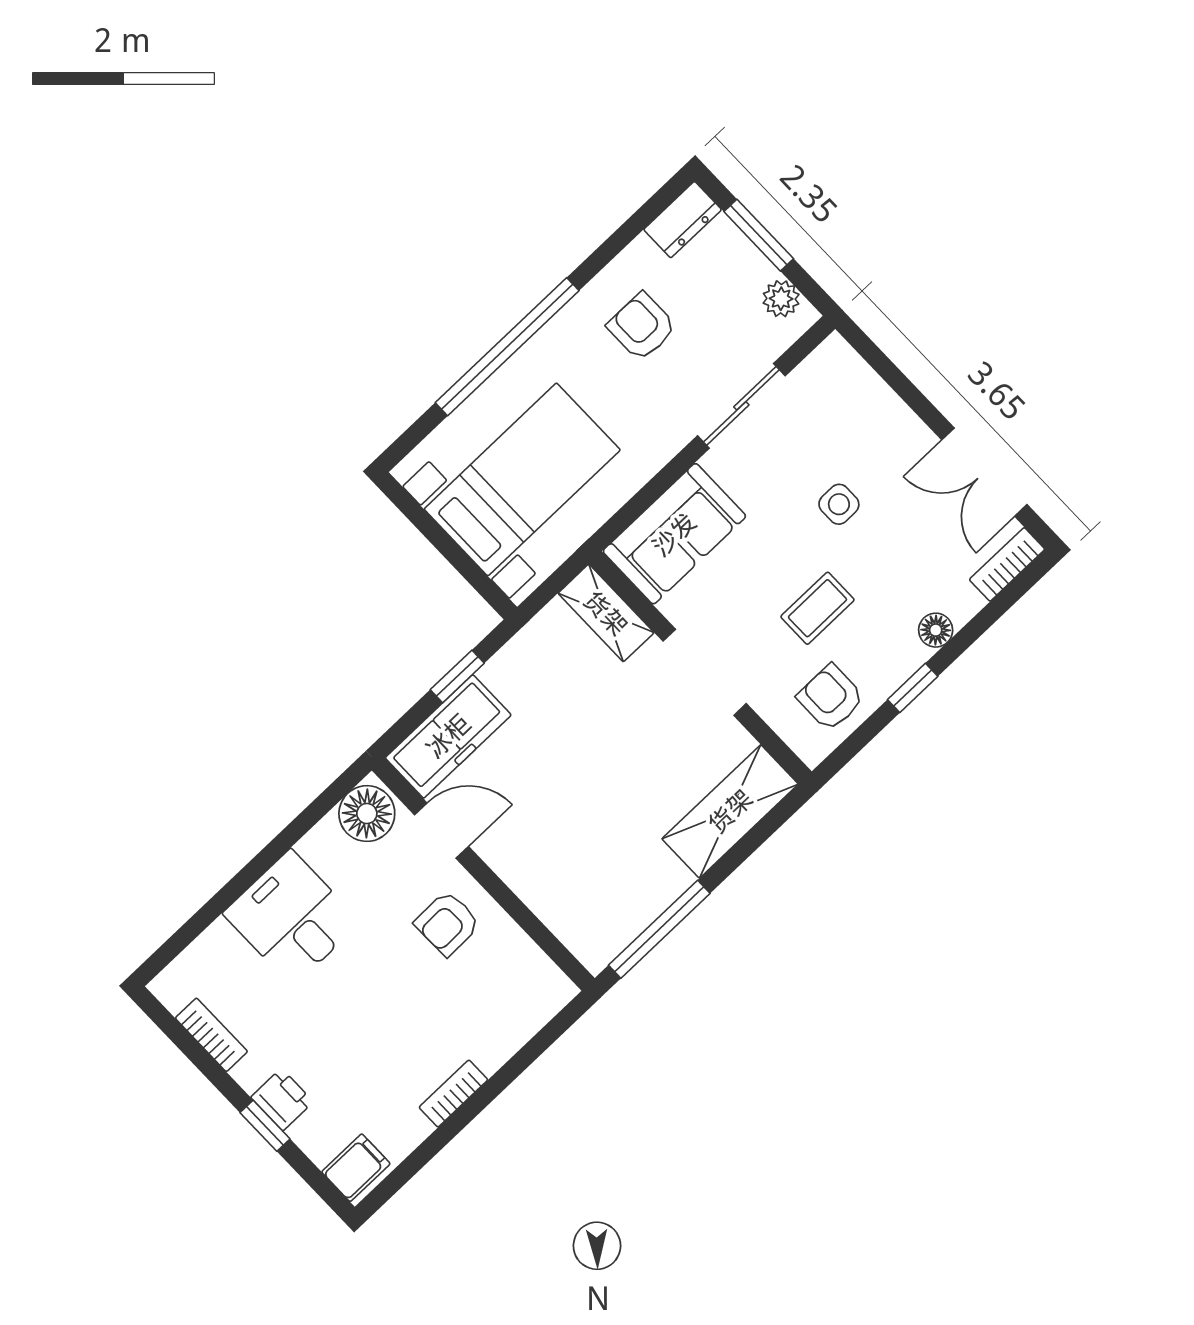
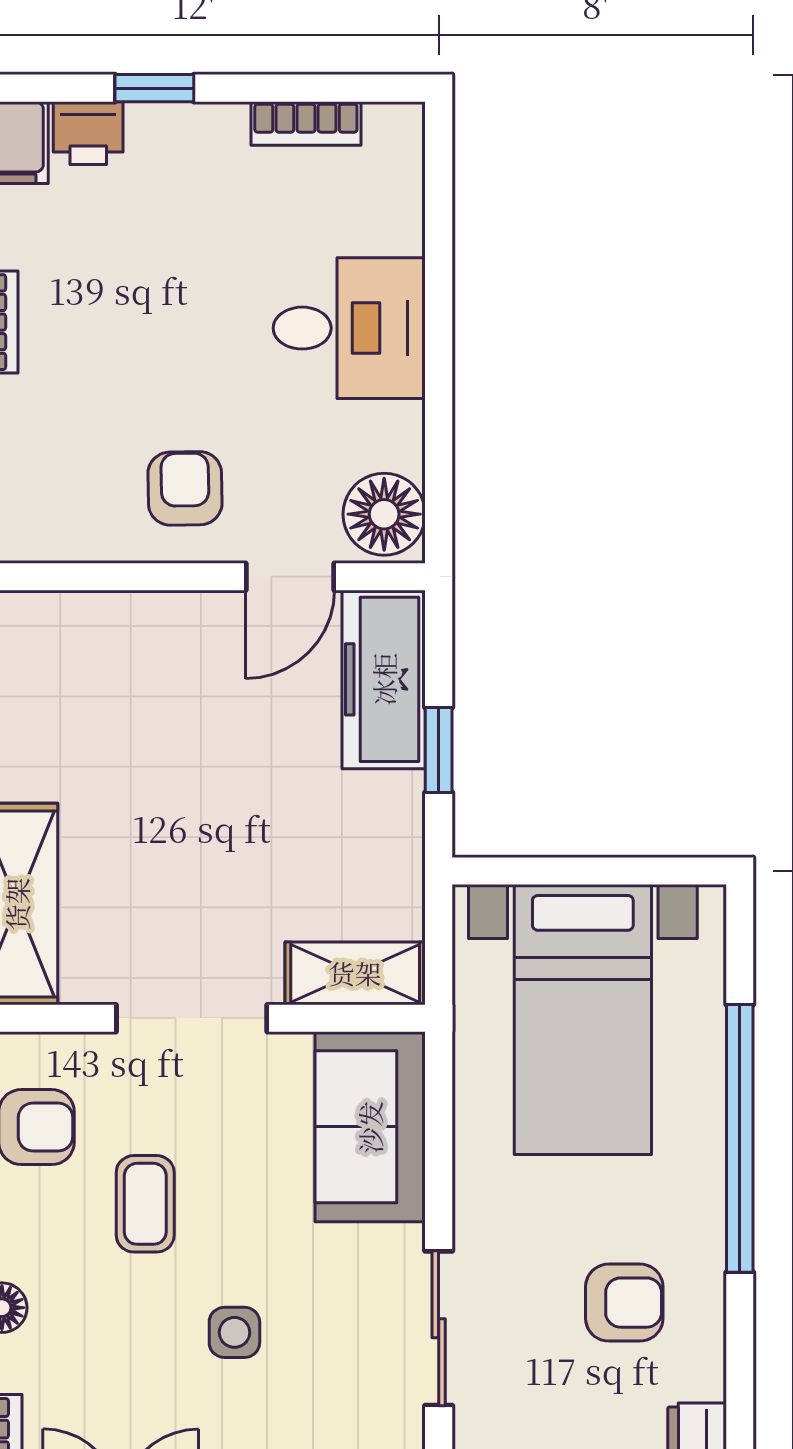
printer: (282, 1099) -> (88, 133), moved

